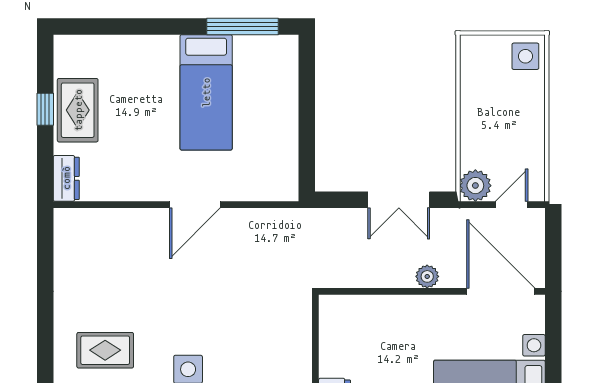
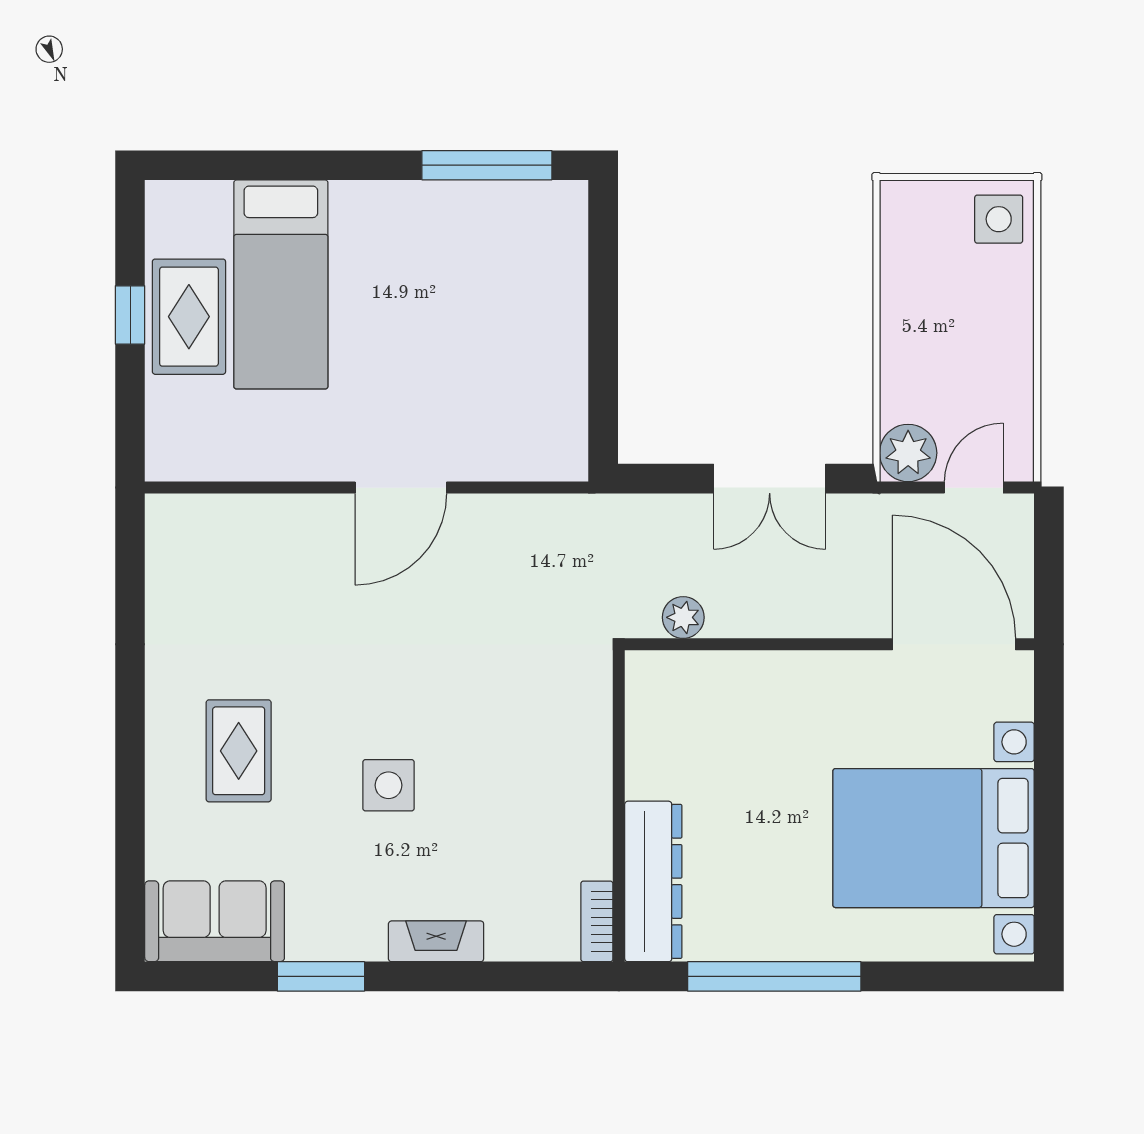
bed: (206, 92) -> (281, 284), moved
dresser: (66, 178) -> (168, 440), removed
plant: (427, 276) -> (683, 617), moved
rug: (105, 350) -> (239, 751), turned 90

